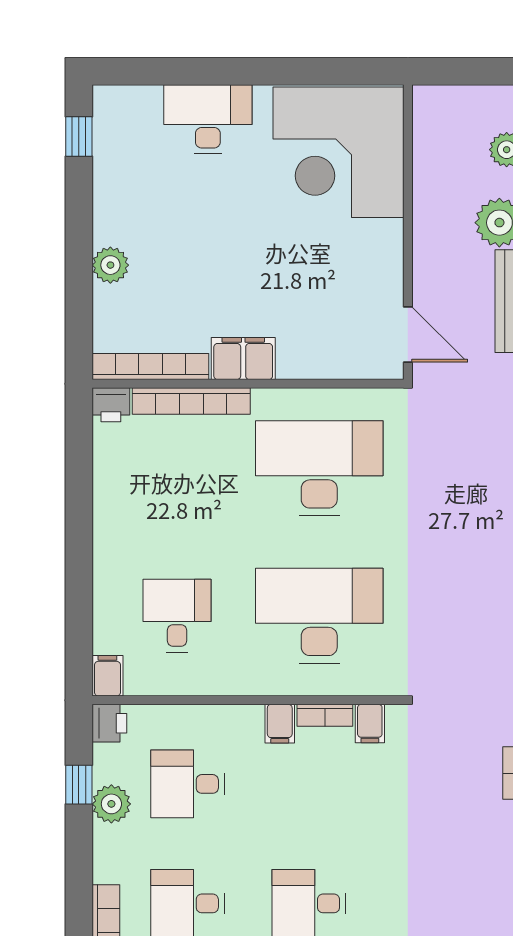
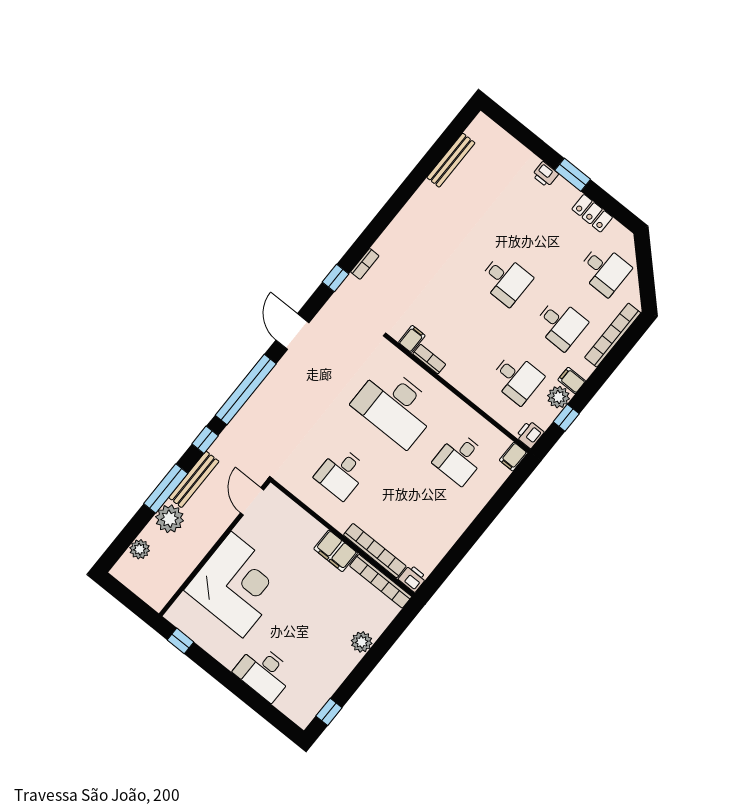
window: (353, 71) -> (181, 641), added
corner desk: (339, 152) -> (237, 585), moved
desk: (319, 468) -> (341, 473), width x0.53, depth x0.77
filing cabinet: (280, 724) -> (572, 380), moved, turned -90

